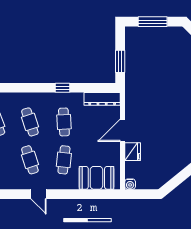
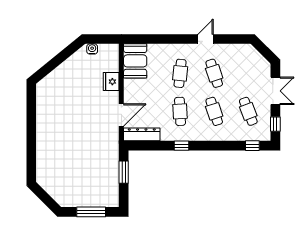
door: (122, 130) -> (121, 115), moved
booth: (96, 178) -> (135, 61), moved, turned 90
water cooler: (130, 184) -> (92, 49), moved
door: (39, 194) -> (206, 39), hinge flipped

